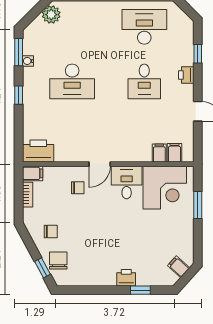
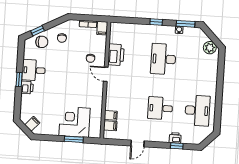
printer: (186, 75) -> (175, 138), moved
printer: (38, 151) -> (116, 55), moved
desk: (127, 182) -> (34, 70), moved, turned 180
corner desk: (165, 188) -> (75, 122), moved, turned 90
window: (140, 290) -> (19, 80), moved

